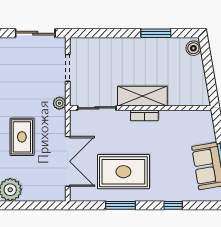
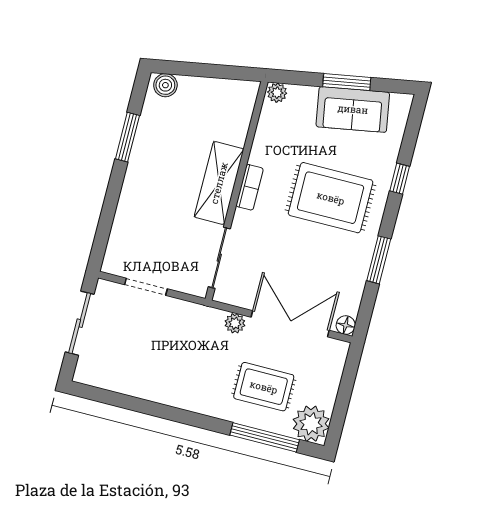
plant: (59, 103) -> (235, 323), moved
plant: (206, 117) -> (277, 93), added
rug: (22, 137) -> (264, 387), moved
rug: (123, 172) -> (331, 198), moved, turned 90
floor lamp: (76, 195) -> (346, 325), added

